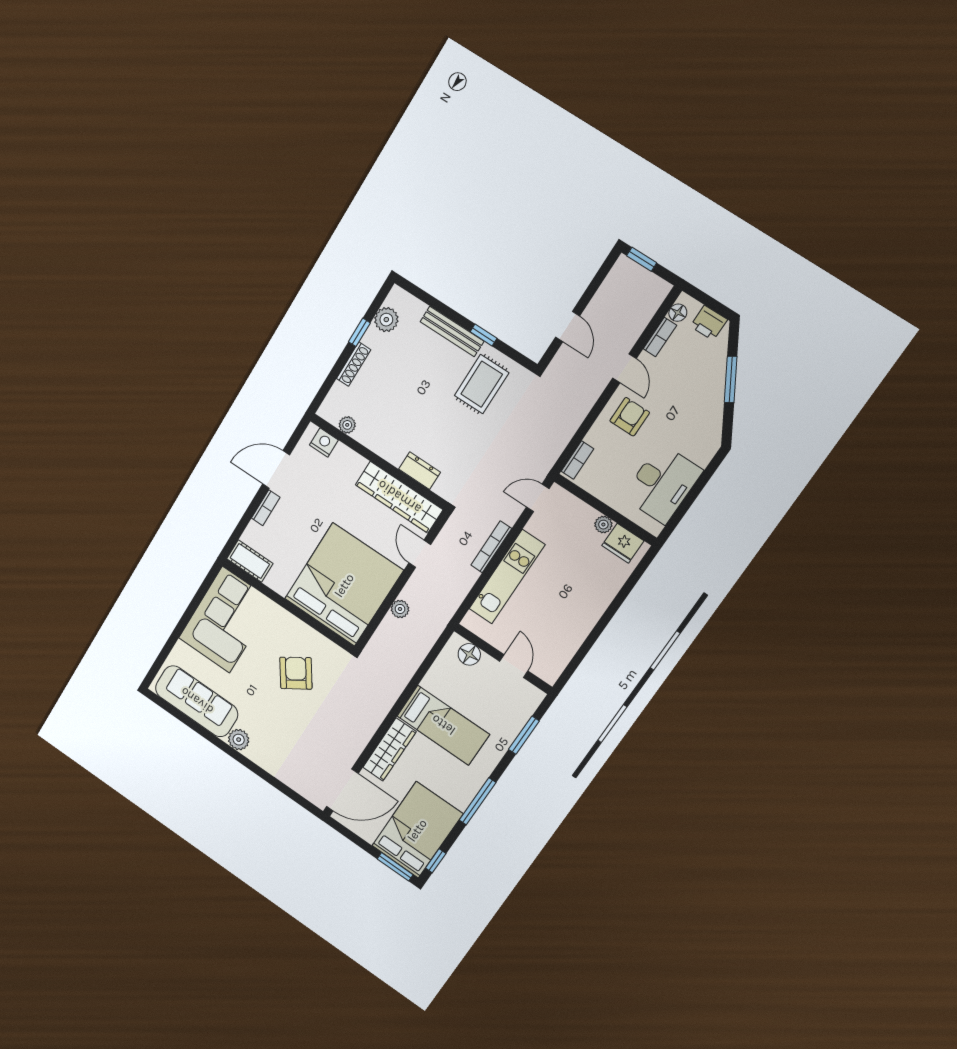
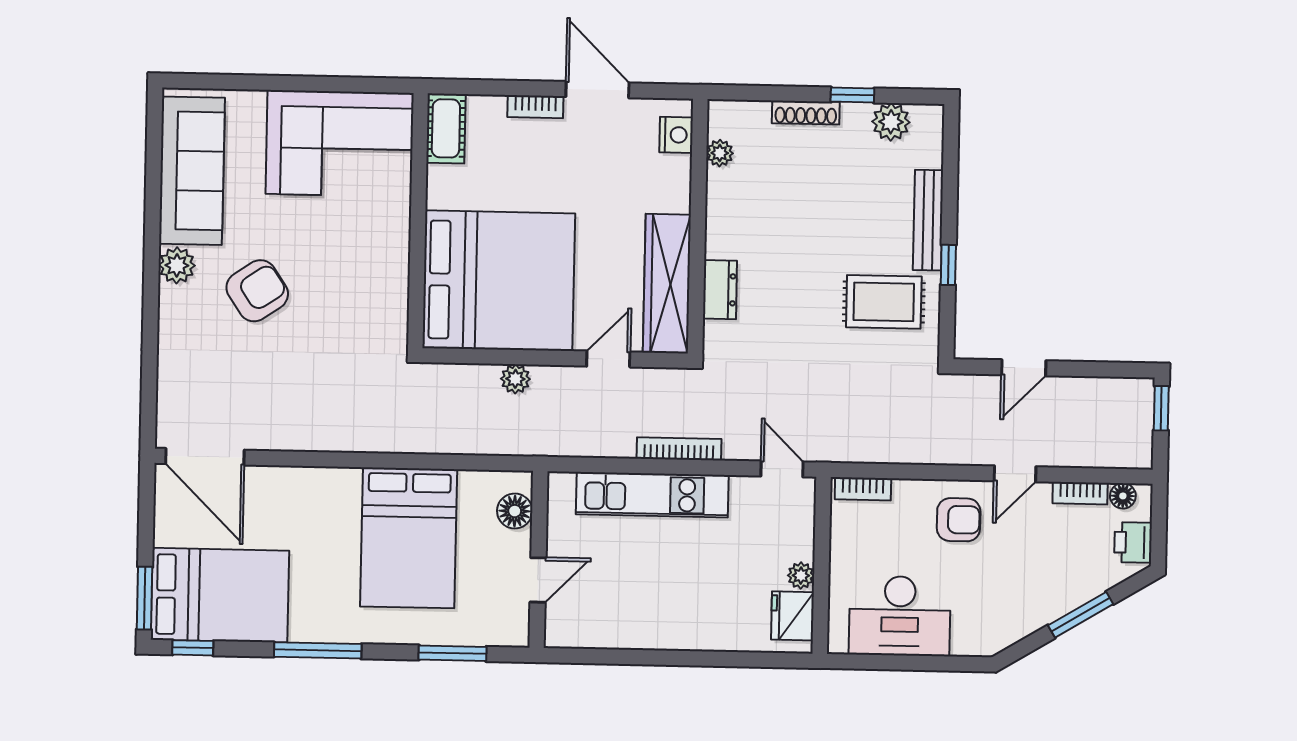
armchair: (296, 673) -> (257, 291), moved
bed: (443, 725) -> (409, 538), width x1.50
wardrobe: (389, 750) -> (309, 486), removed

